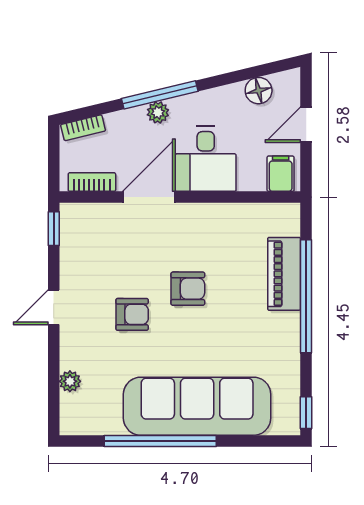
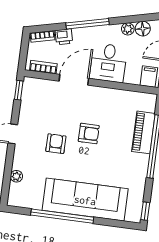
plant: (158, 112) -> (128, 29), moved
printer: (121, 123) -> (64, 37), added
armchair: (132, 314) -> (56, 144), turned -90

